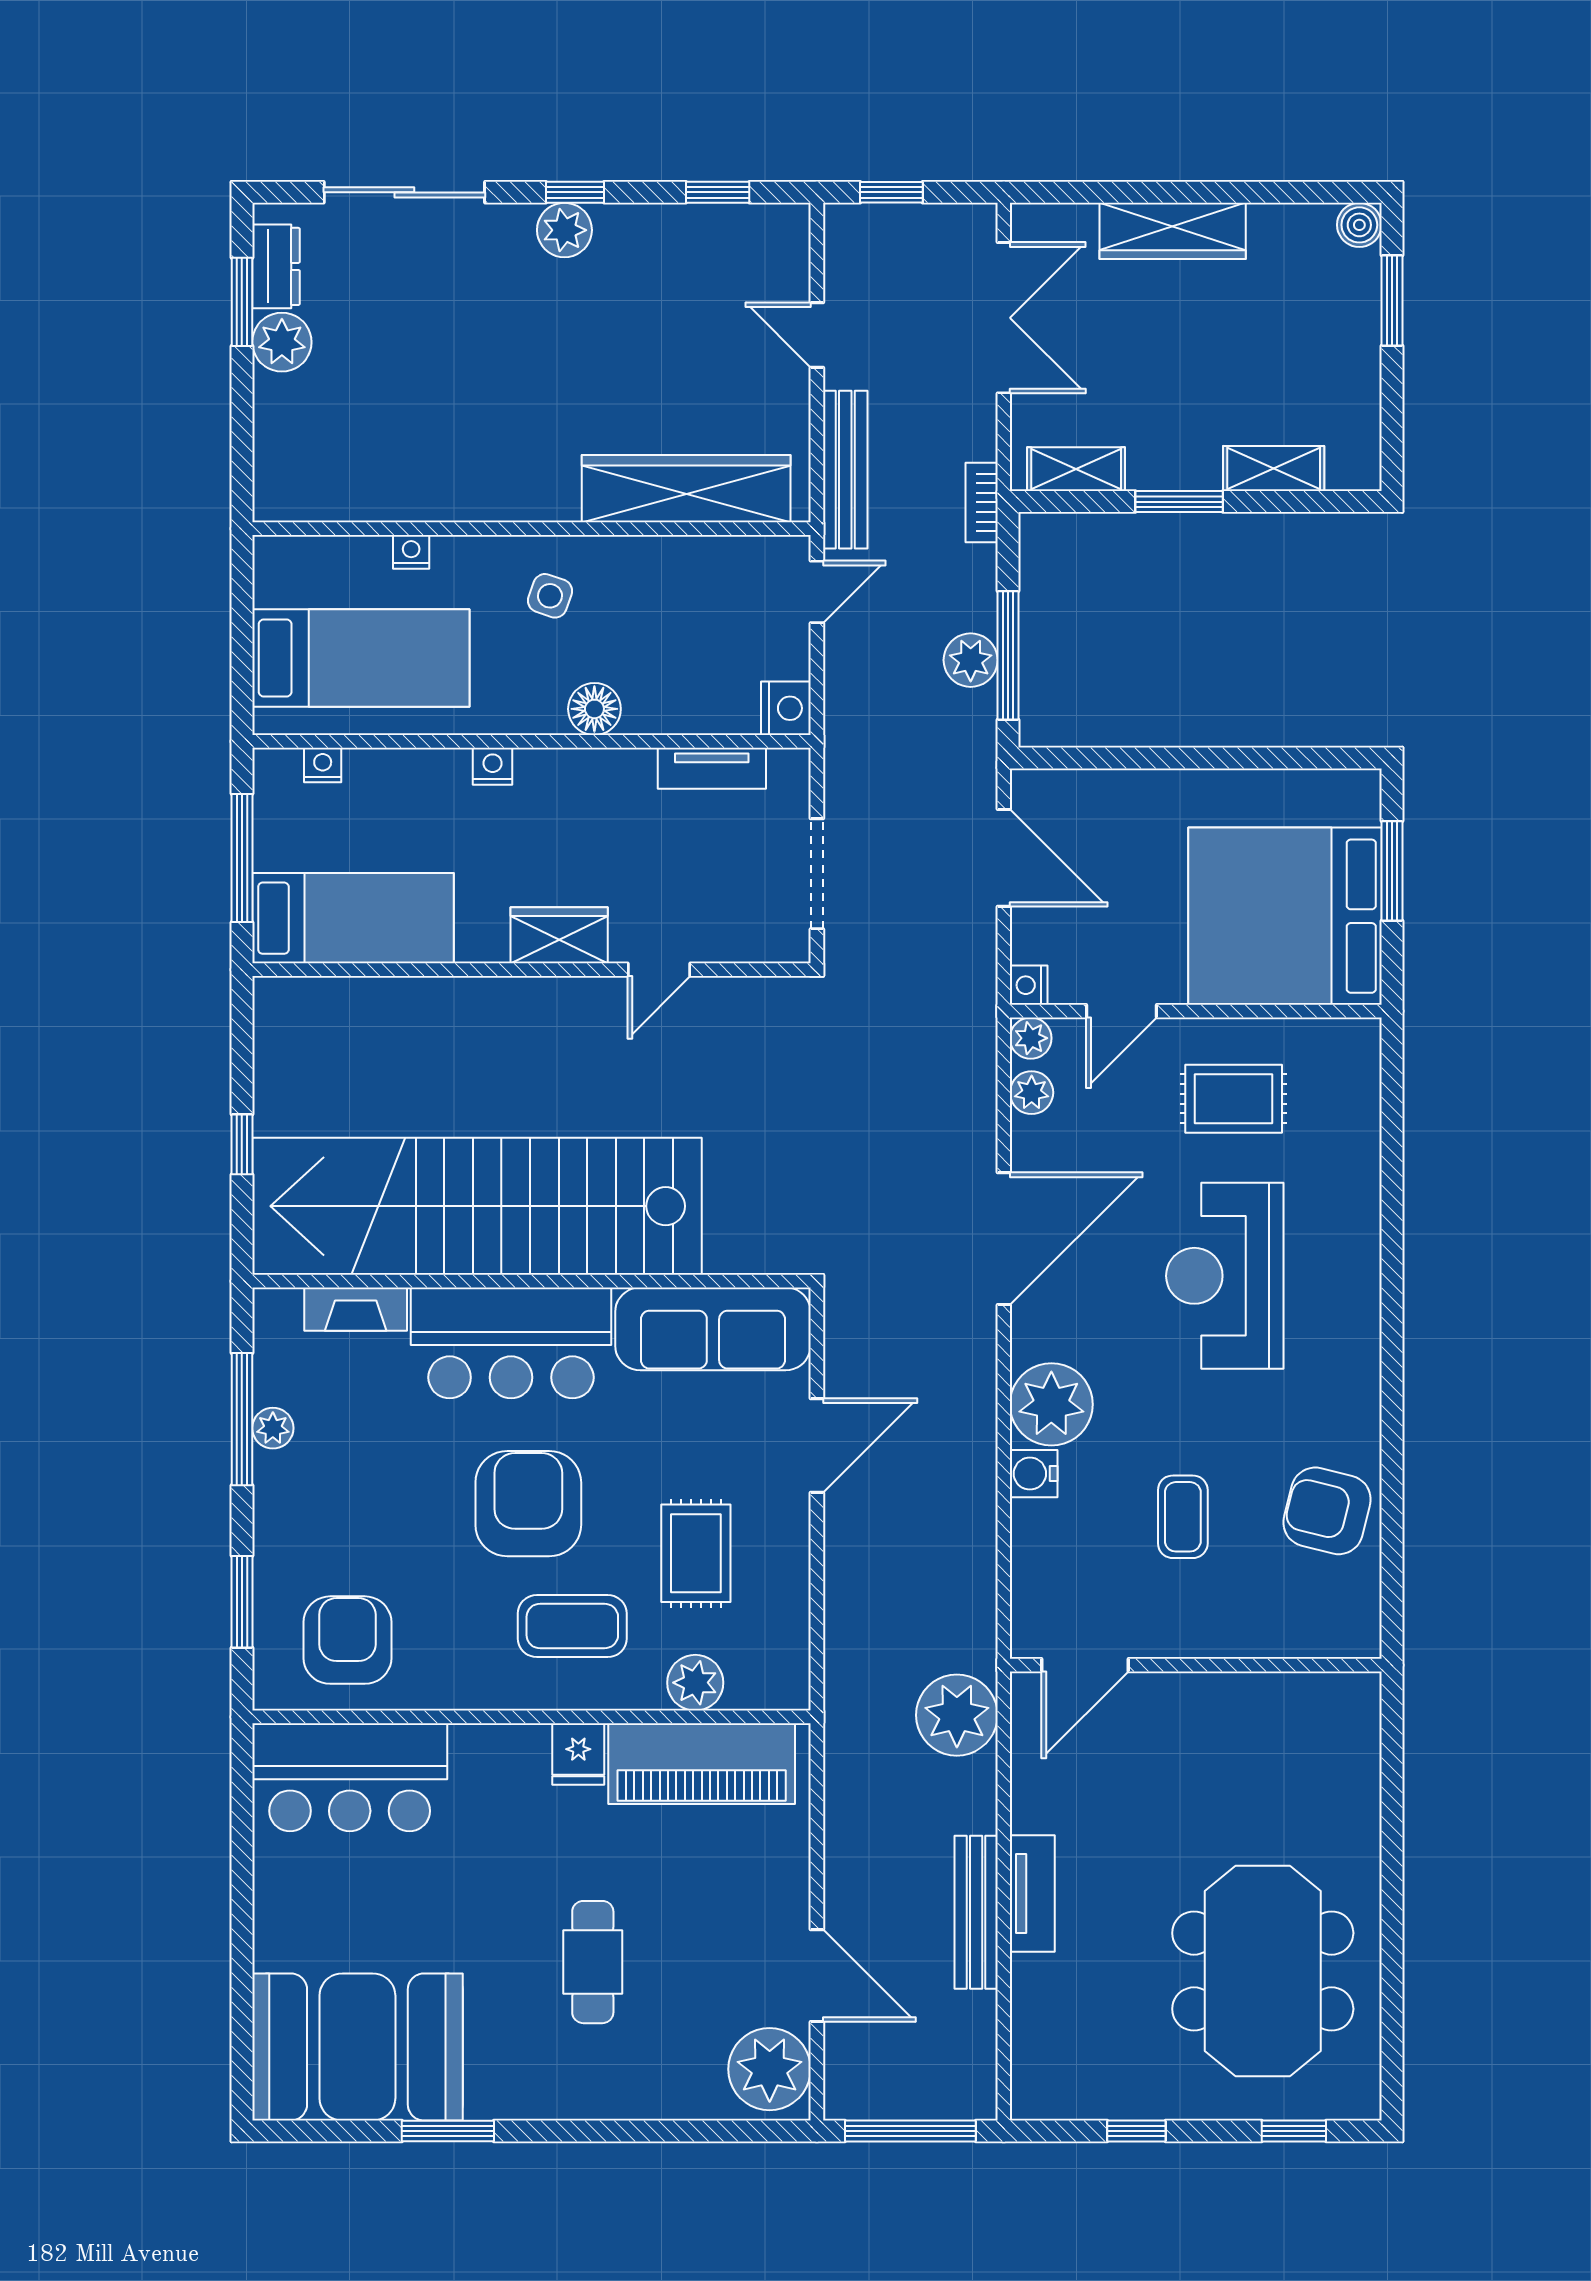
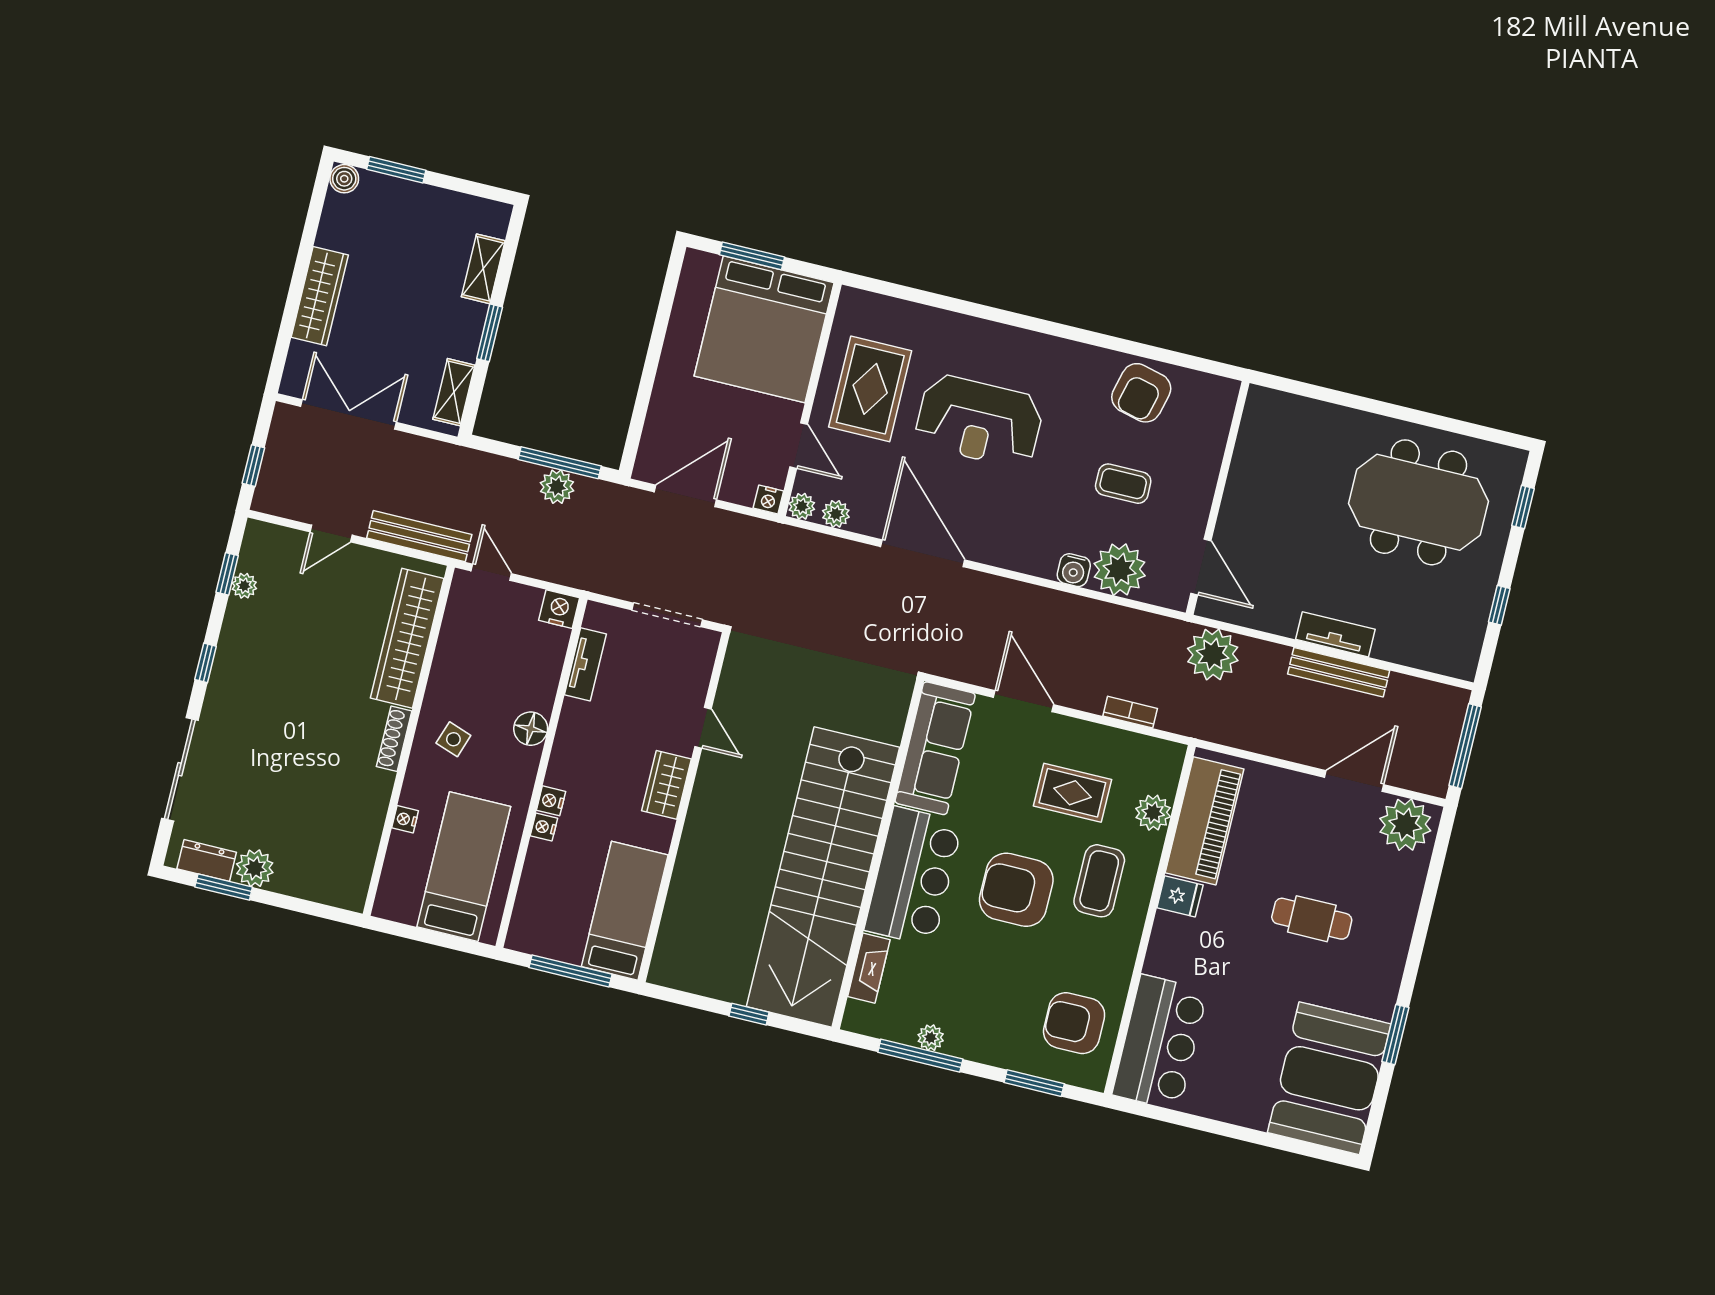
plant: (564, 230) -> (244, 586), moved, width x0.73, depth x0.73
bookcase: (982, 502) -> (1130, 712), moved, turned 180
shoe rack: (529, 506) -> (394, 739), added
nightstand: (323, 765) -> (544, 827), moved
rug: (1234, 1099) -> (870, 389), width x1.36, depth x1.43
plant: (1051, 1404) -> (1120, 570), moved

